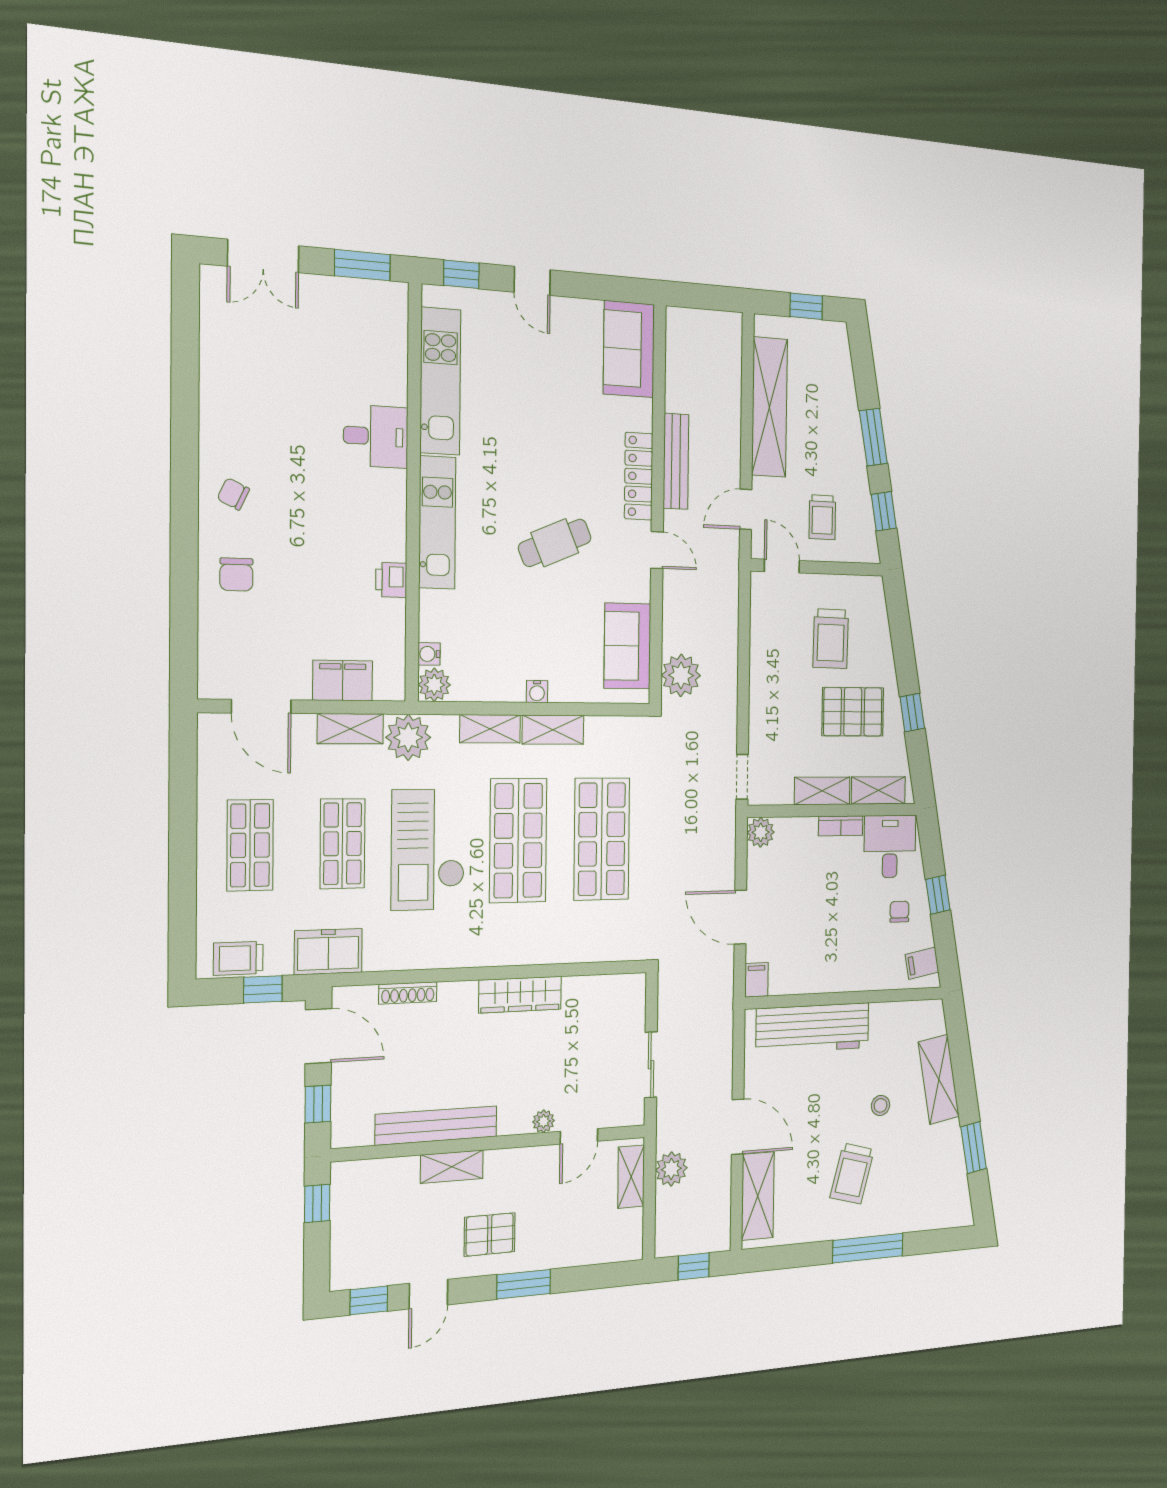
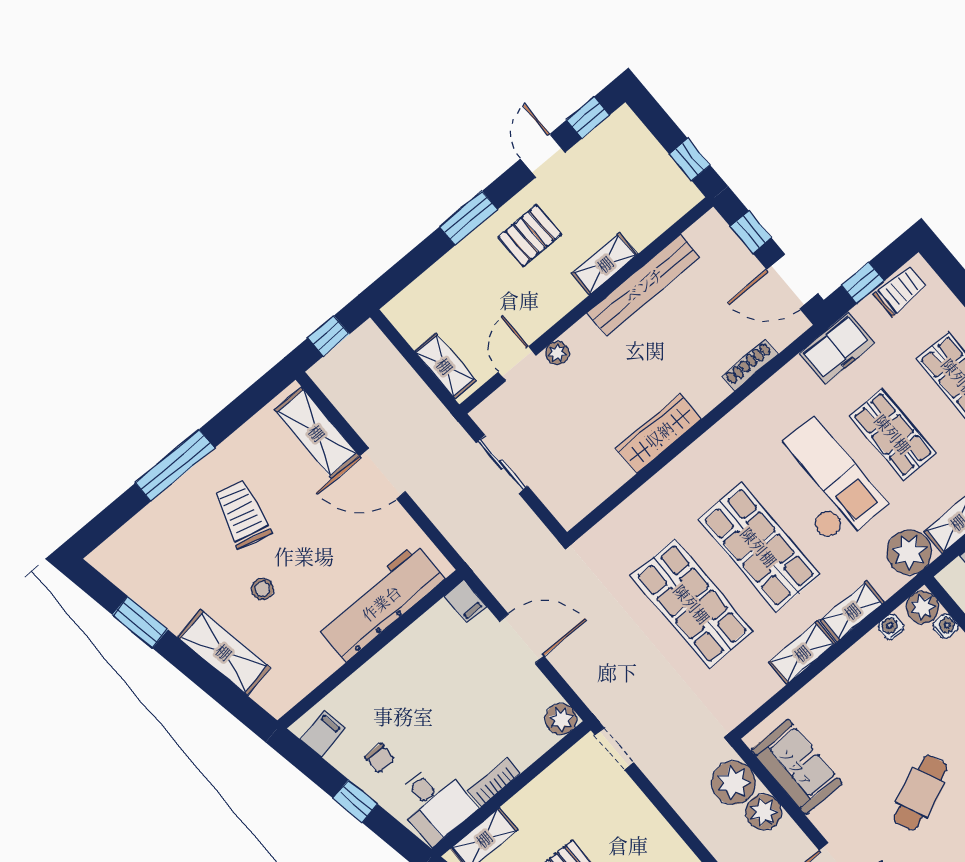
water cooler: (537, 691) -> (891, 627), moved
shelving: (822, 791) -> (535, 797), removed
plant: (671, 1169) -> (764, 812), moved

